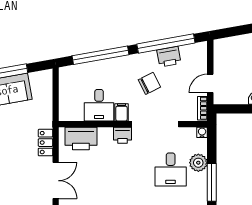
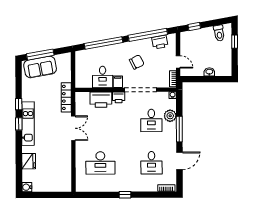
window: (234, 31) -> (194, 26), added
printer: (169, 57) -> (160, 42), moved
door: (210, 83) -> (178, 62), swing flipped
printer: (81, 139) -> (101, 100), moved
locker: (45, 143) -> (66, 97), width x1.53

